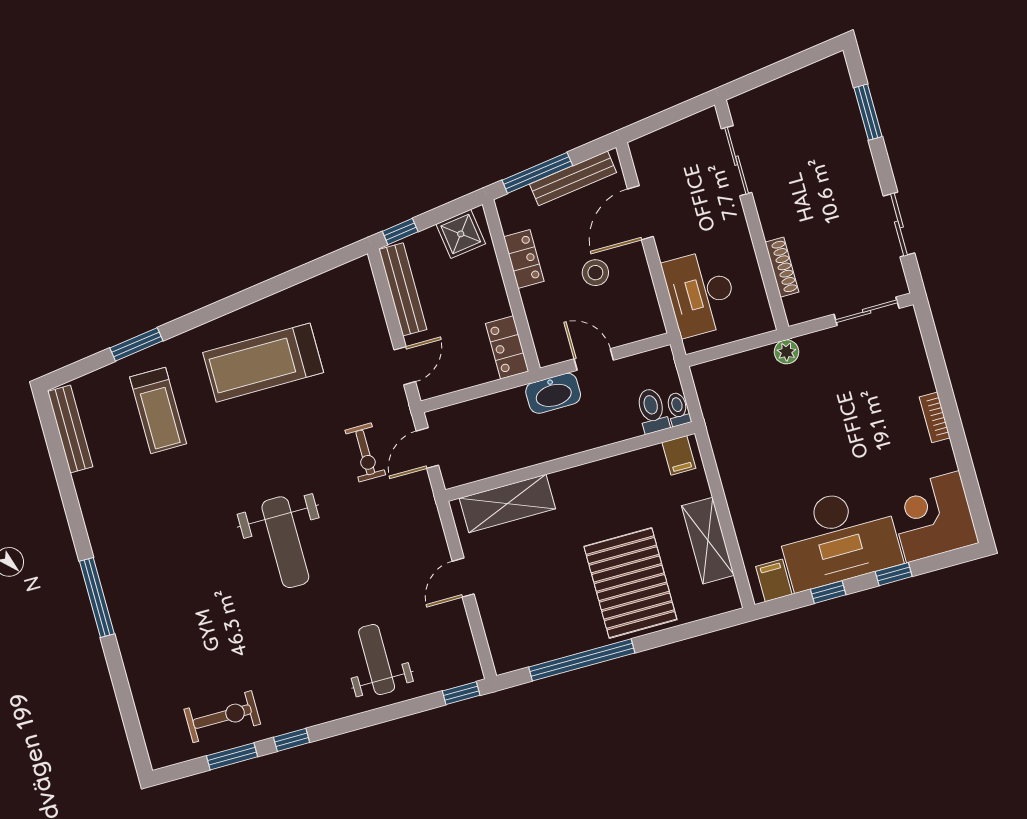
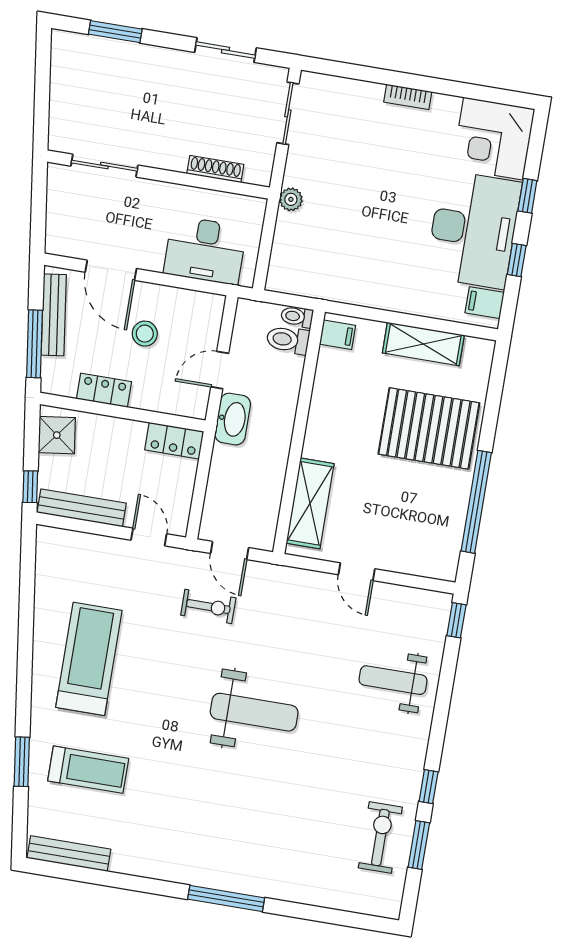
treadmill: (263, 363) -> (89, 659), turned 180

